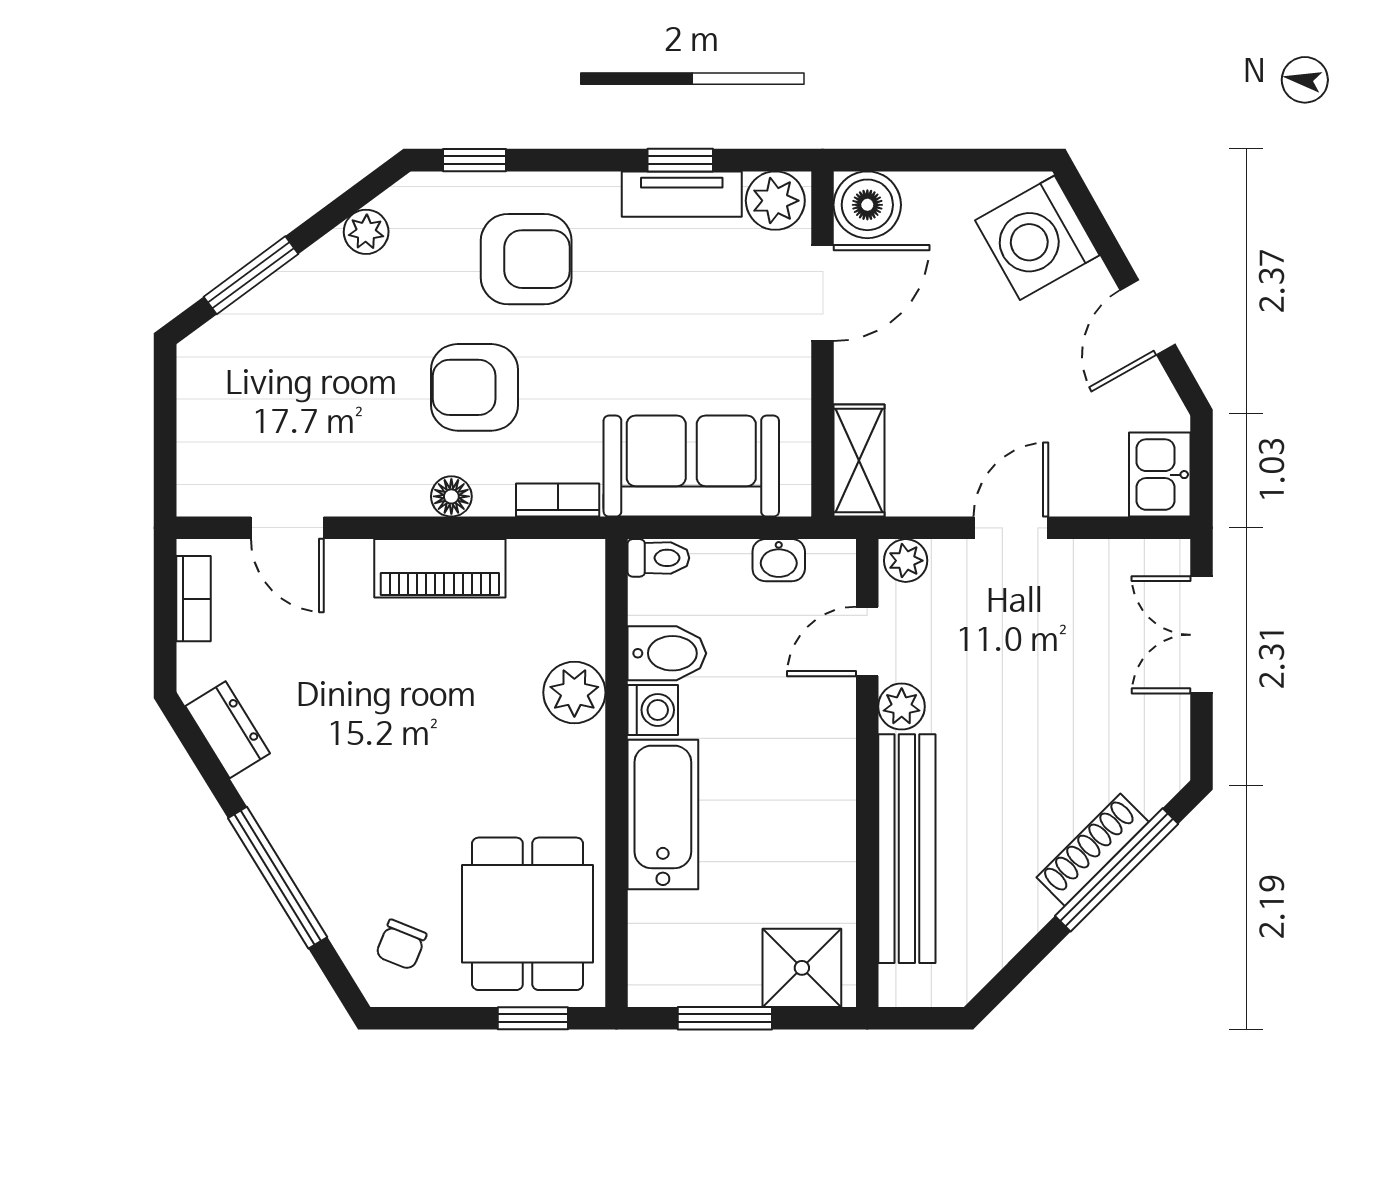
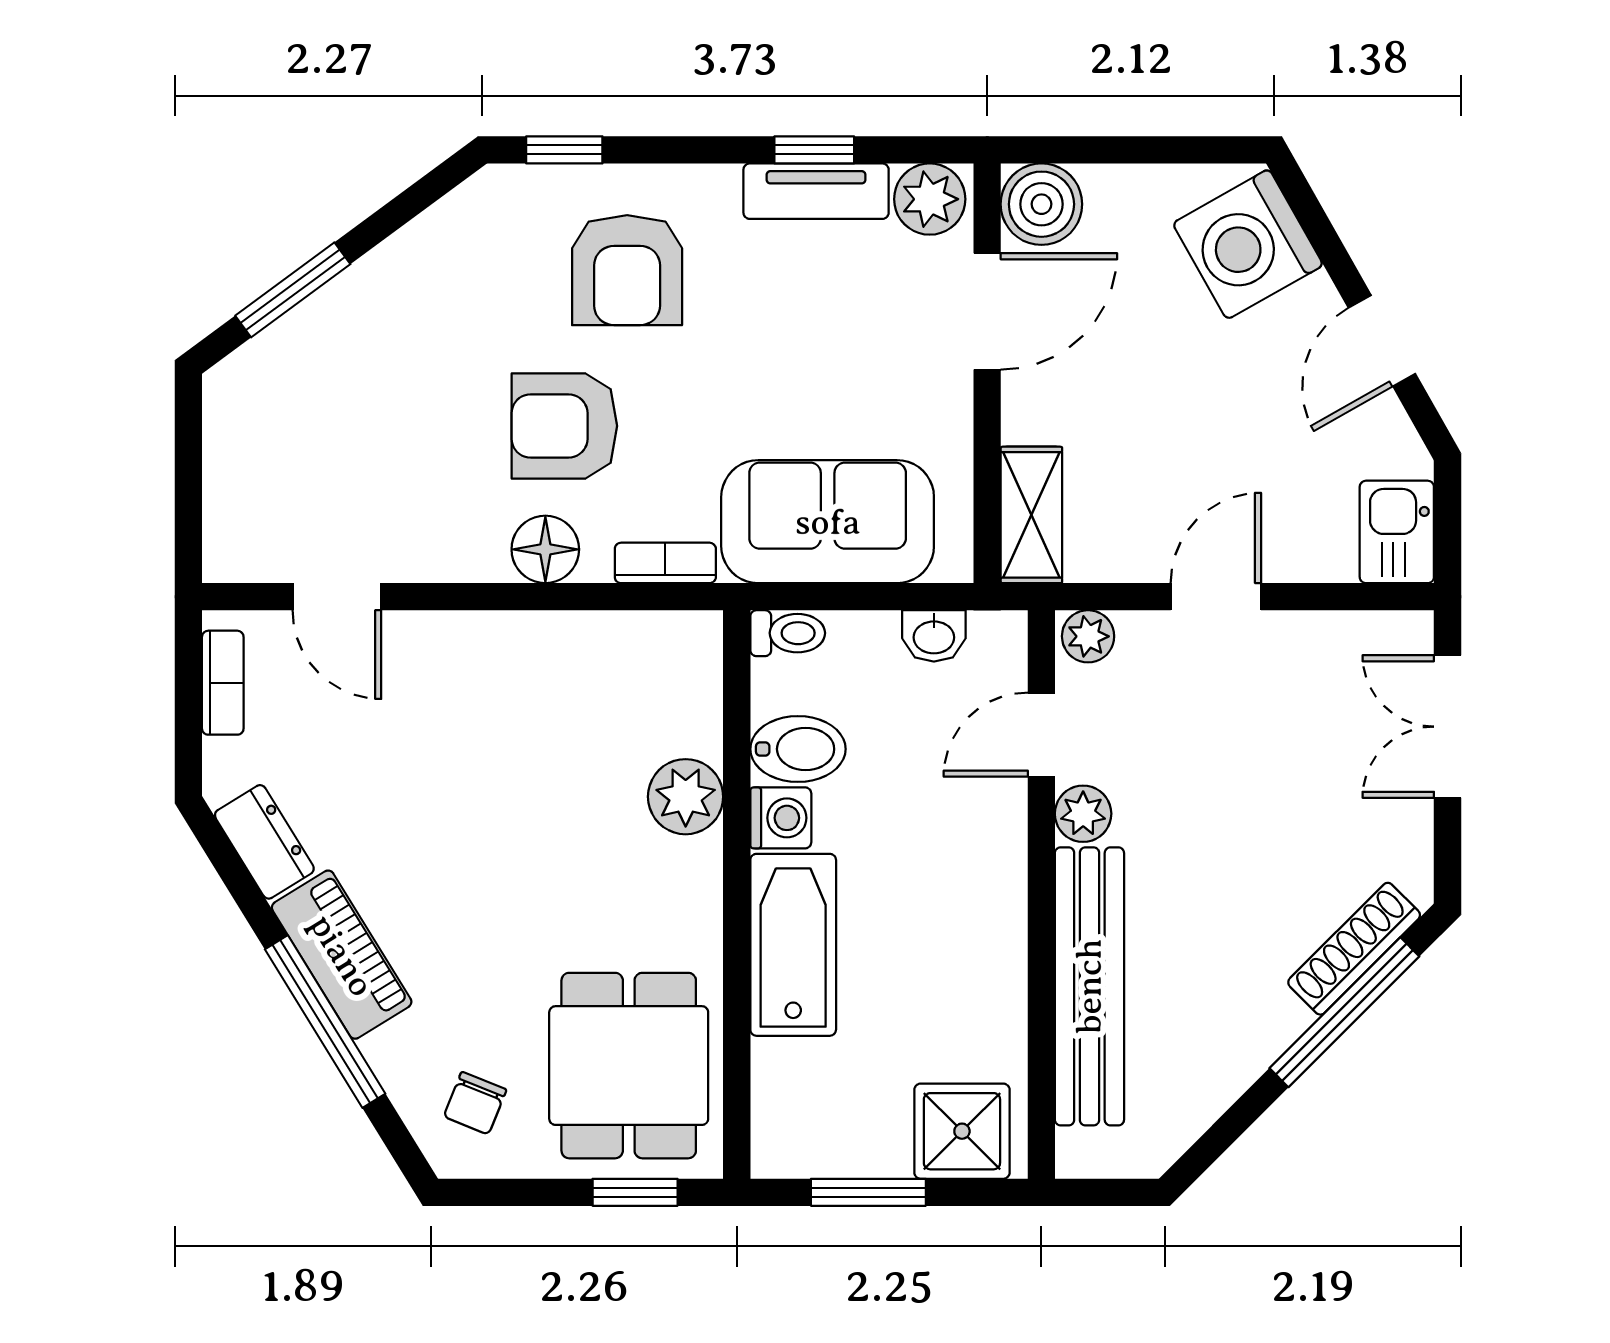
plant: (366, 232) -> (433, 237), removed
armchair: (526, 259) -> (627, 270), turned 90
floor lamp: (451, 496) -> (545, 549), width x1.37, depth x1.37
piano: (440, 568) -> (342, 955), moved, turned -122
shoe rack: (1093, 850) -> (1354, 949), moved

